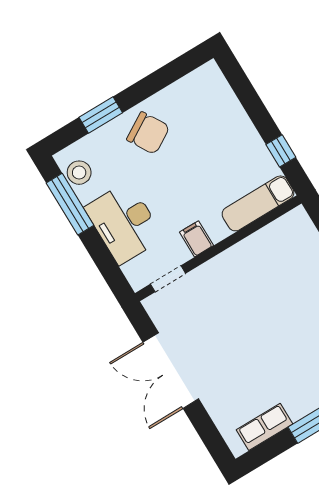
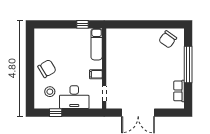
window: (101, 115) -> (30, 82), removed
stool: (79, 173) -> (50, 92), moved
window: (70, 204) -> (56, 113), width x0.46

